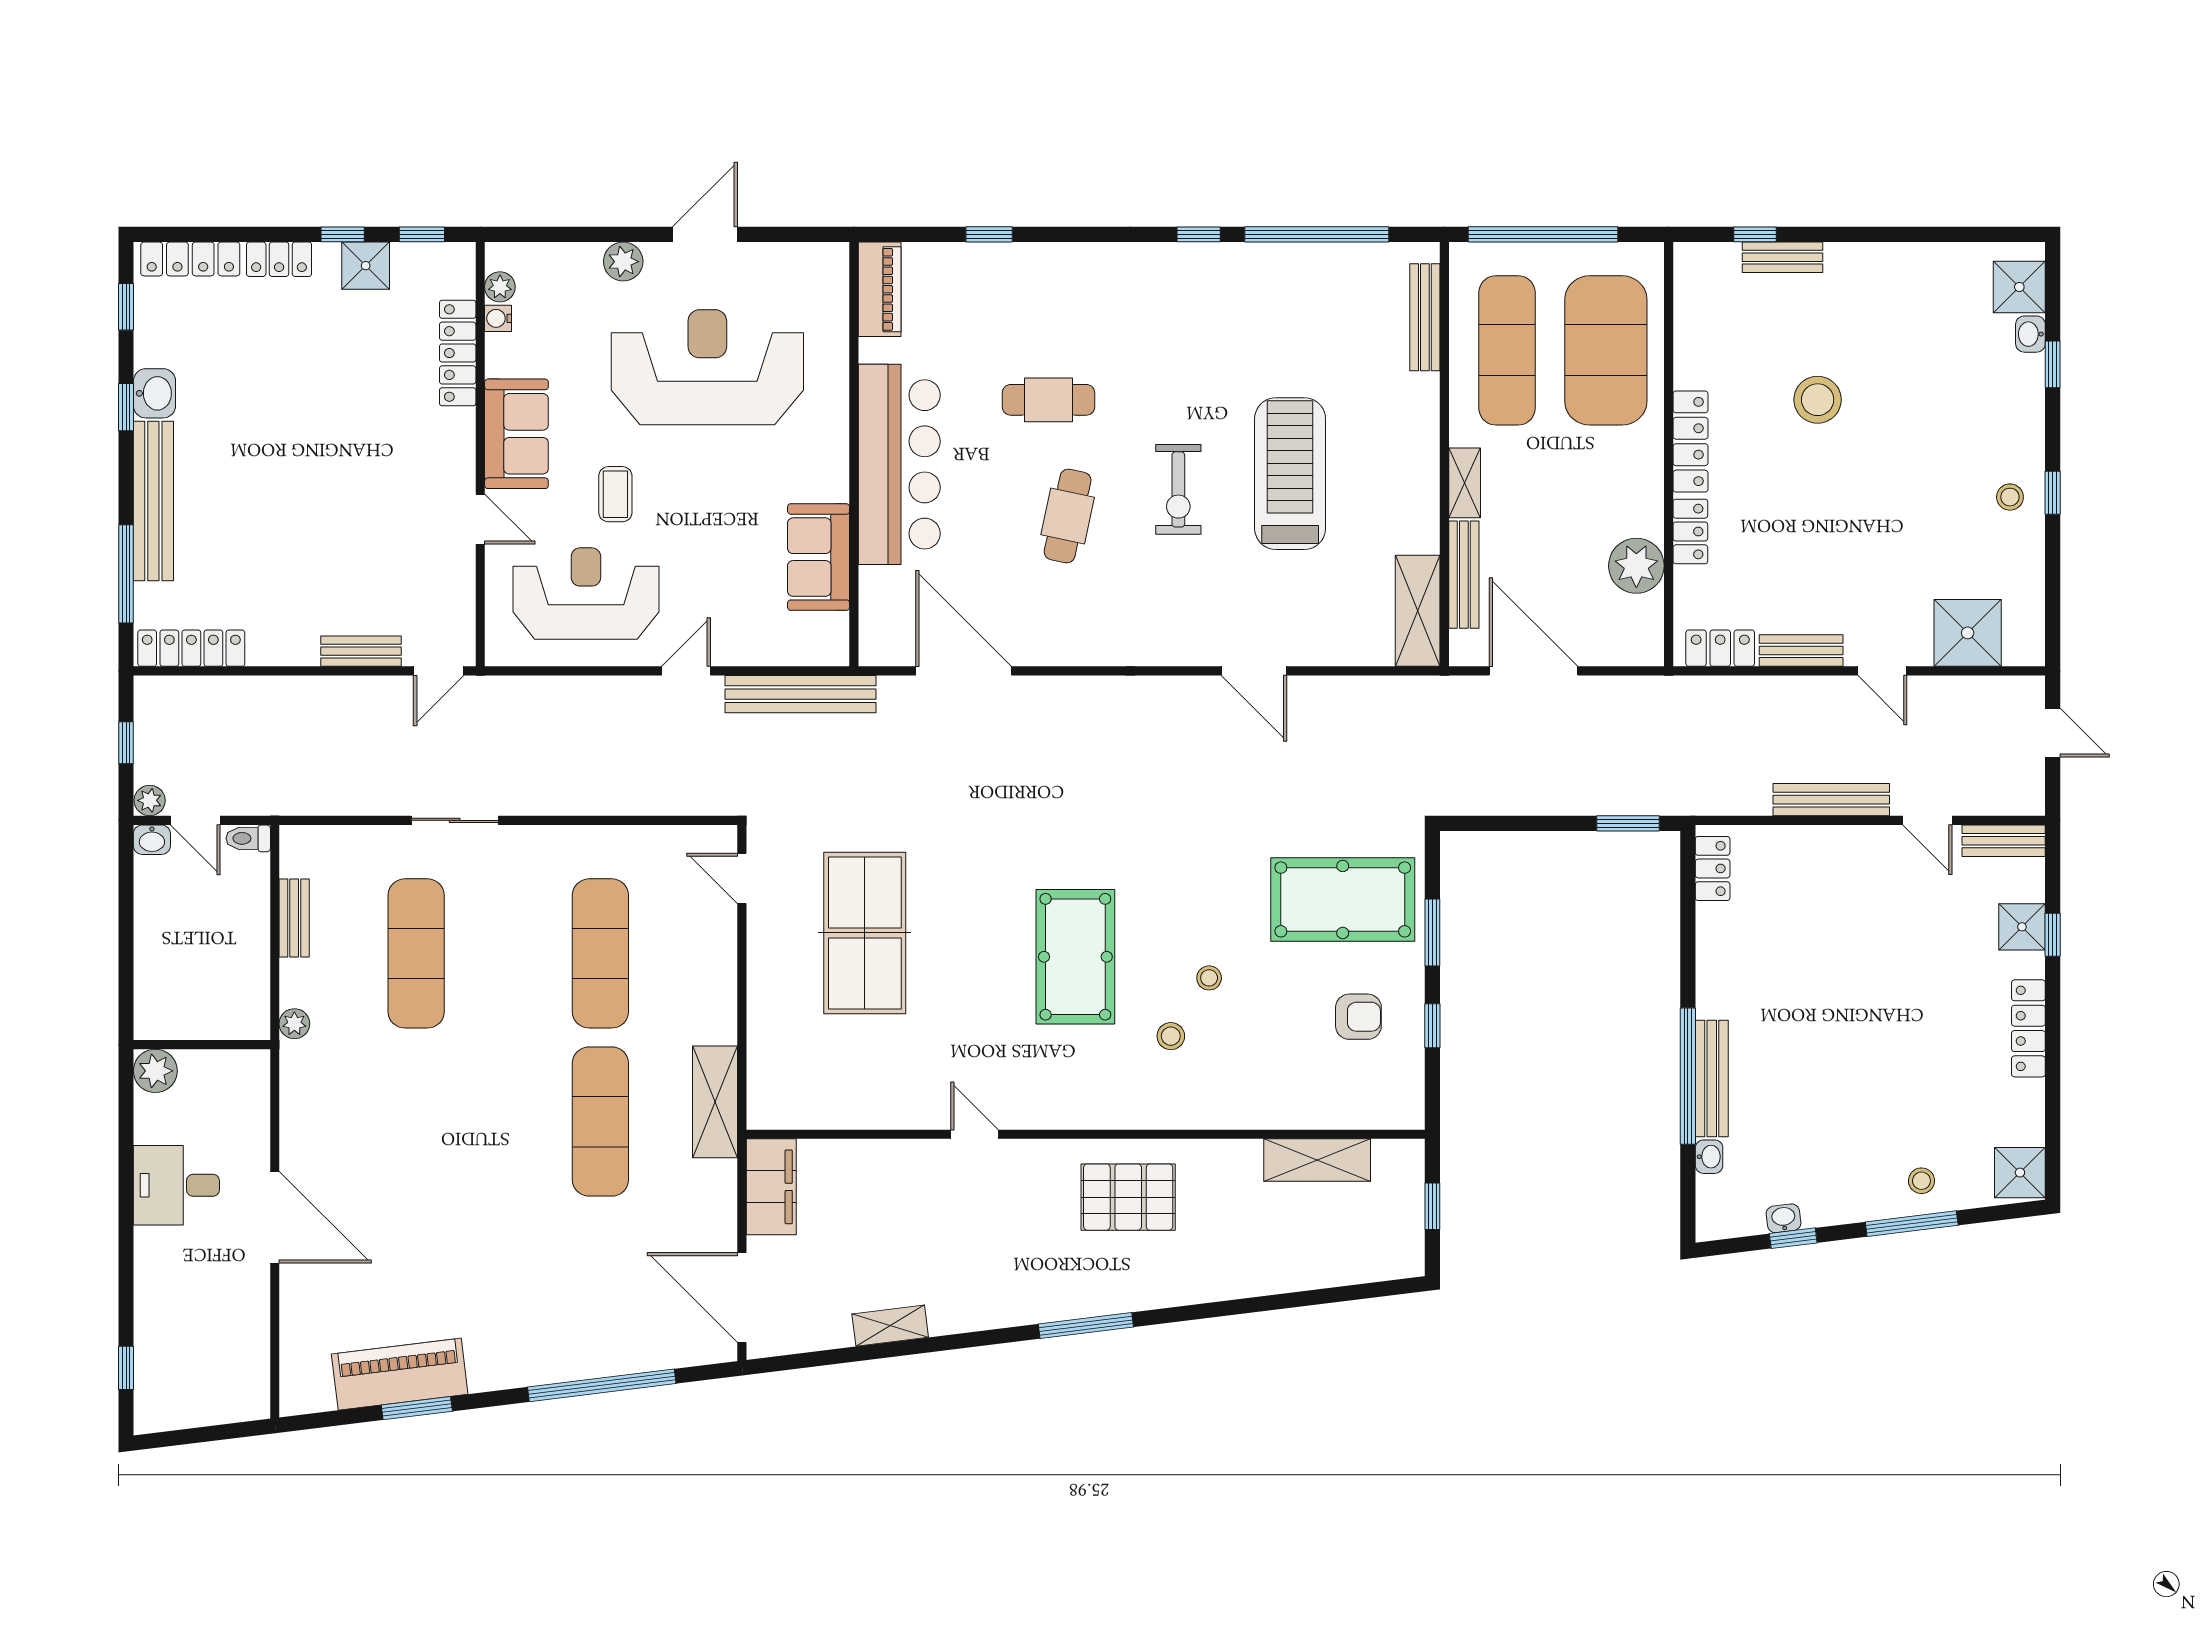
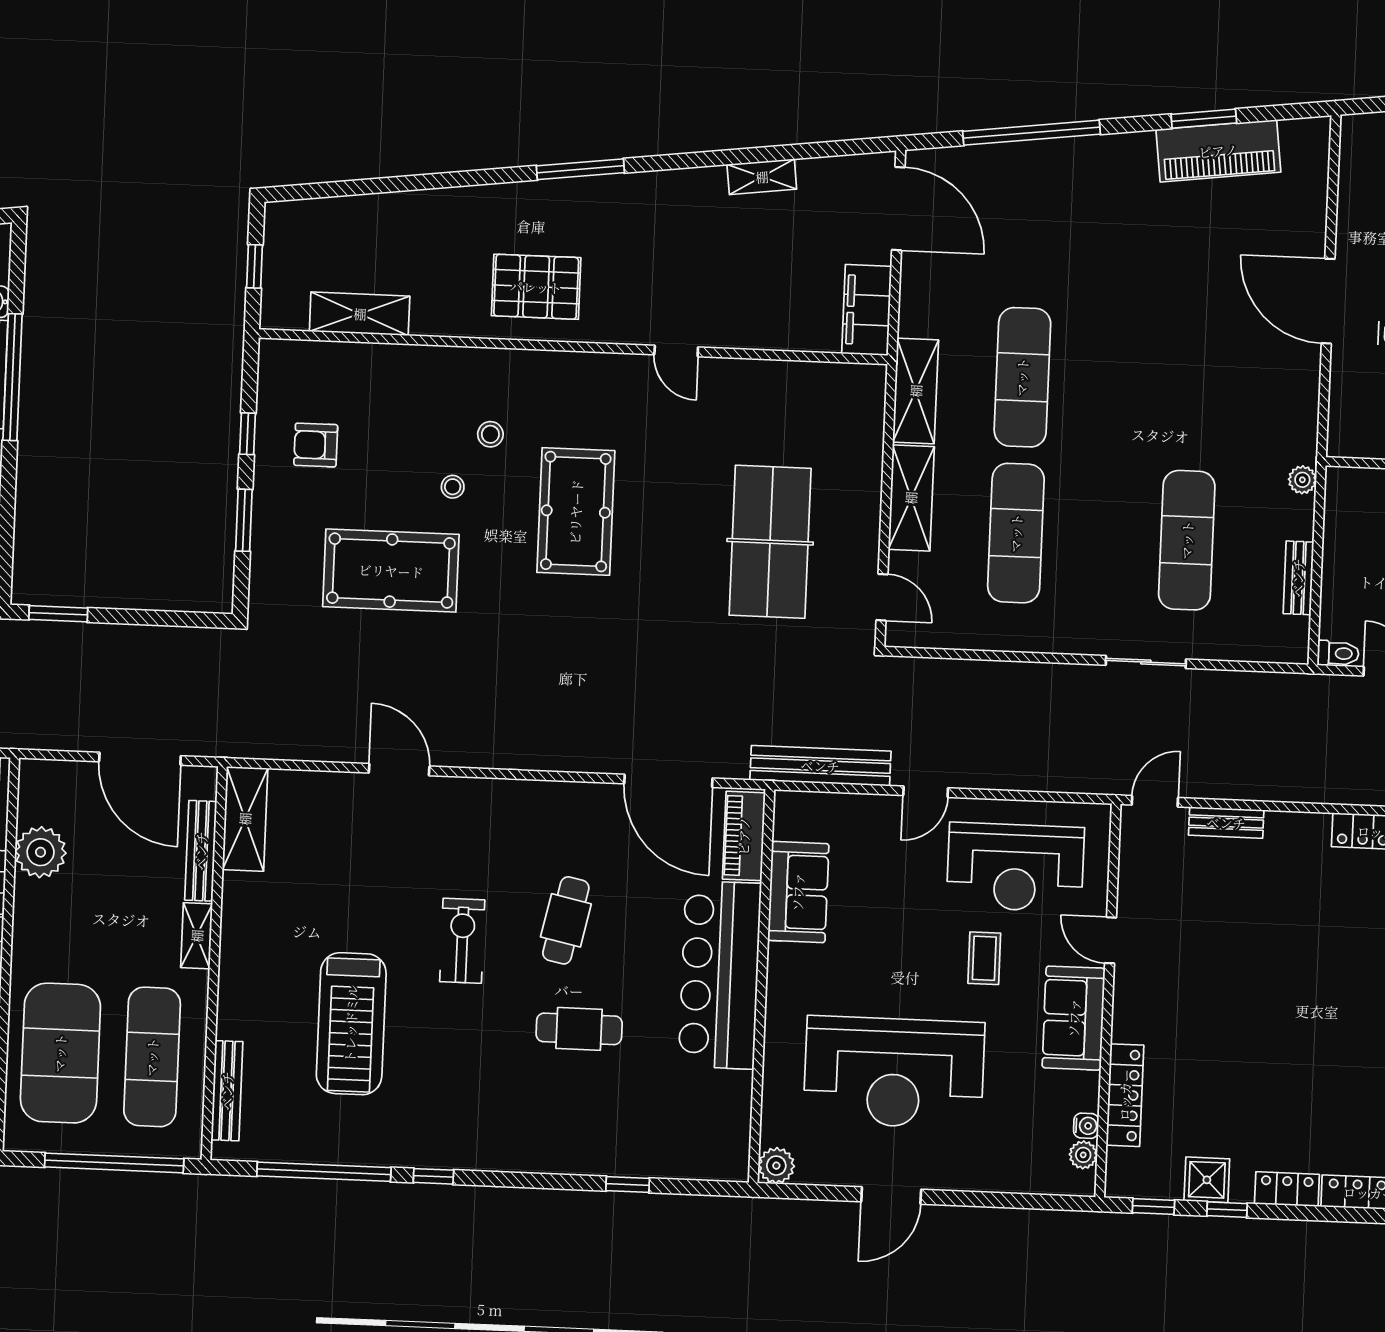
plant: (623, 262) -> (776, 1166), moved
piano: (880, 289) -> (744, 836), moved
treadmill: (1290, 474) -> (351, 1024), moved
pool table: (1343, 899) -> (391, 571), moved
shelving: (715, 987) -> (911, 498), added

